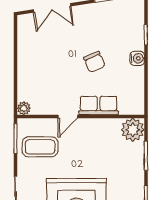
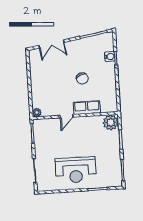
water cooler: (137, 58) -> (110, 57), moved
coffee table: (40, 147) -> (49, 138), removed

